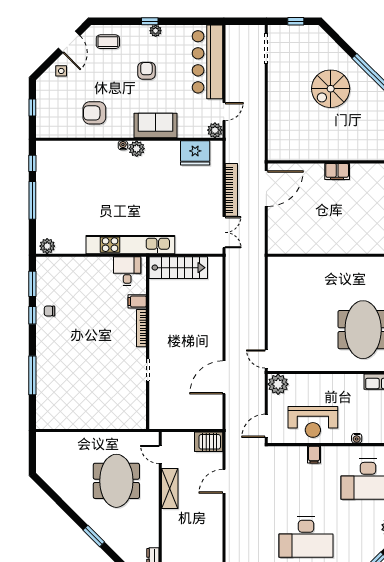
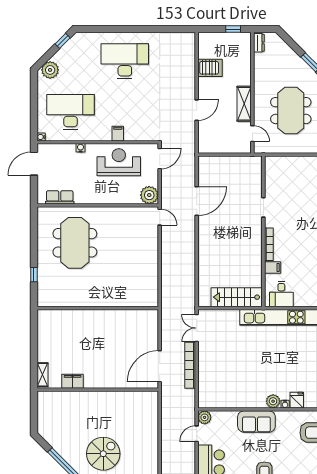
fridge: (195, 153) -> (297, 400), moved, width x0.53, depth x0.75
filing cabinet: (337, 171) -> (73, 381), moved
server rack: (209, 442) -> (210, 68), moved

